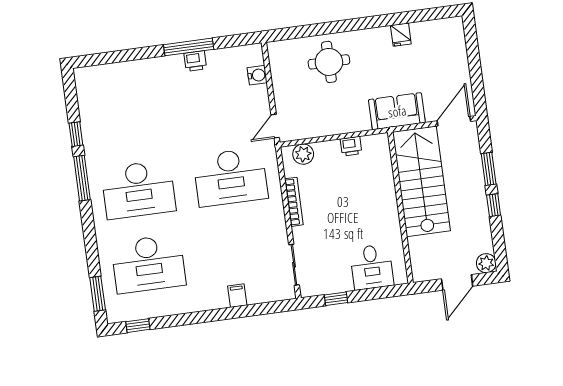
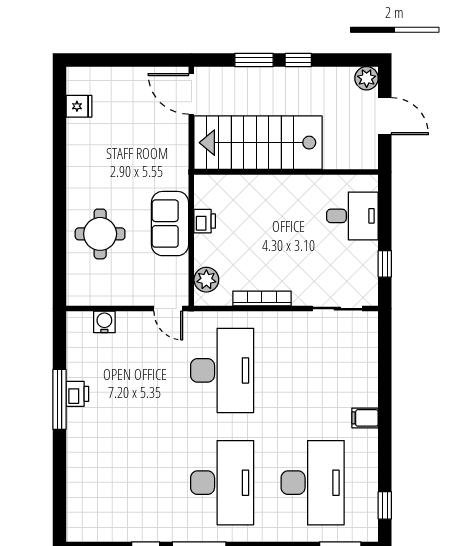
fridge: (401, 35) -> (79, 106), moved
sofa: (397, 111) -> (170, 224), moved
filing cabinet: (237, 296) -> (365, 418), moved

